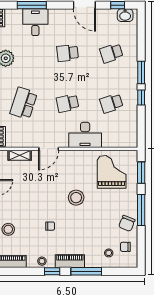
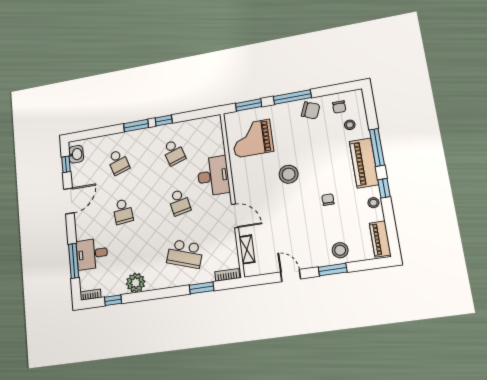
piano: (70, 261) -> (364, 163), width x1.37, depth x1.33

